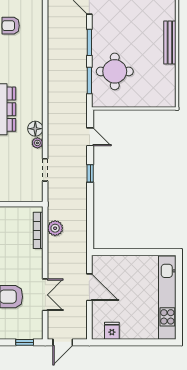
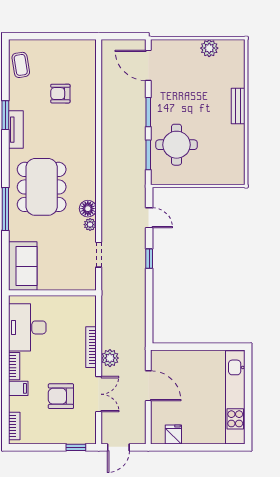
bench: (170, 43) -> (238, 106), width x0.73
plant: (55, 228) -> (110, 358), moved
bookcase: (38, 230) -> (91, 347), moved

